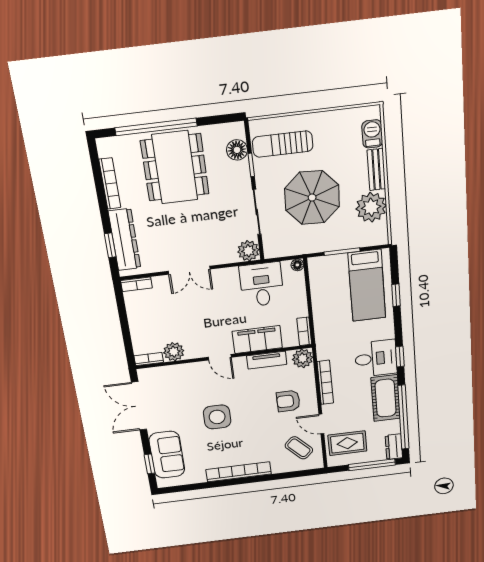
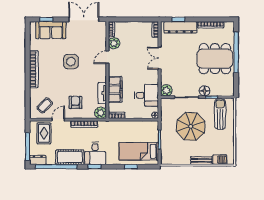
floor lamp: (237, 150) -> (205, 91), moved
plant: (371, 207) -> (182, 156), removed
door: (220, 357) -> (107, 57), moved

